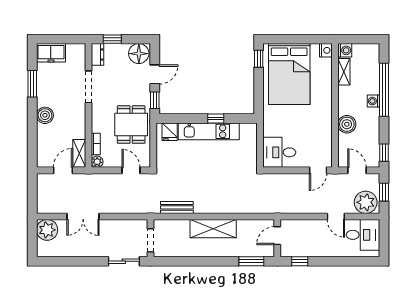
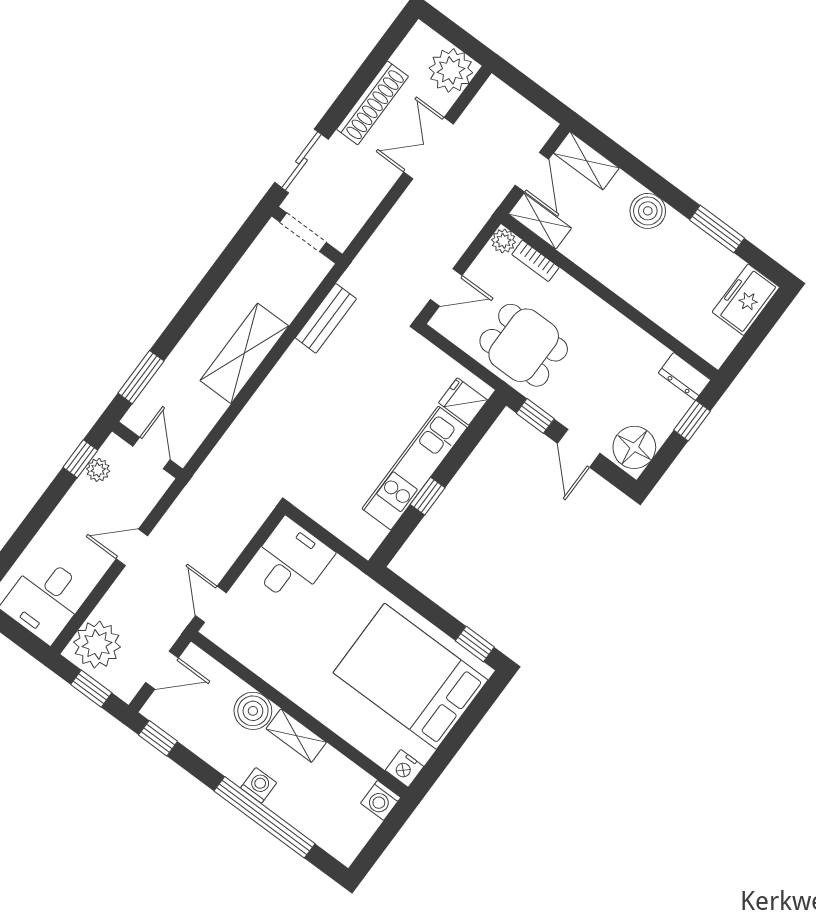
shelving: (344, 72) -> (296, 736), moved
doorway: (88, 87) -> (641, 320), removed
shelving: (43, 153) -> (586, 161), added
door: (336, 217) -> (132, 547), moved
shoe rack: (82, 251) -> (372, 103), added
plant: (299, 251) -> (98, 470), added

